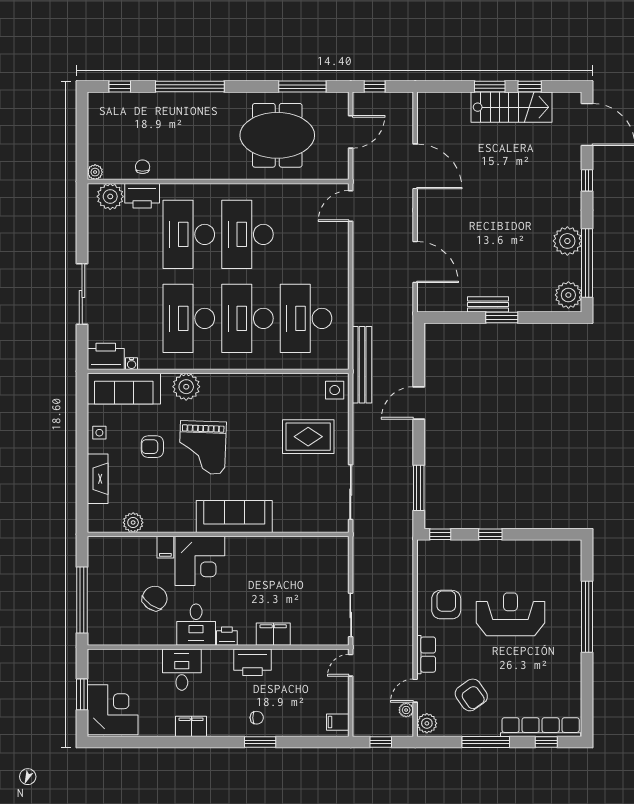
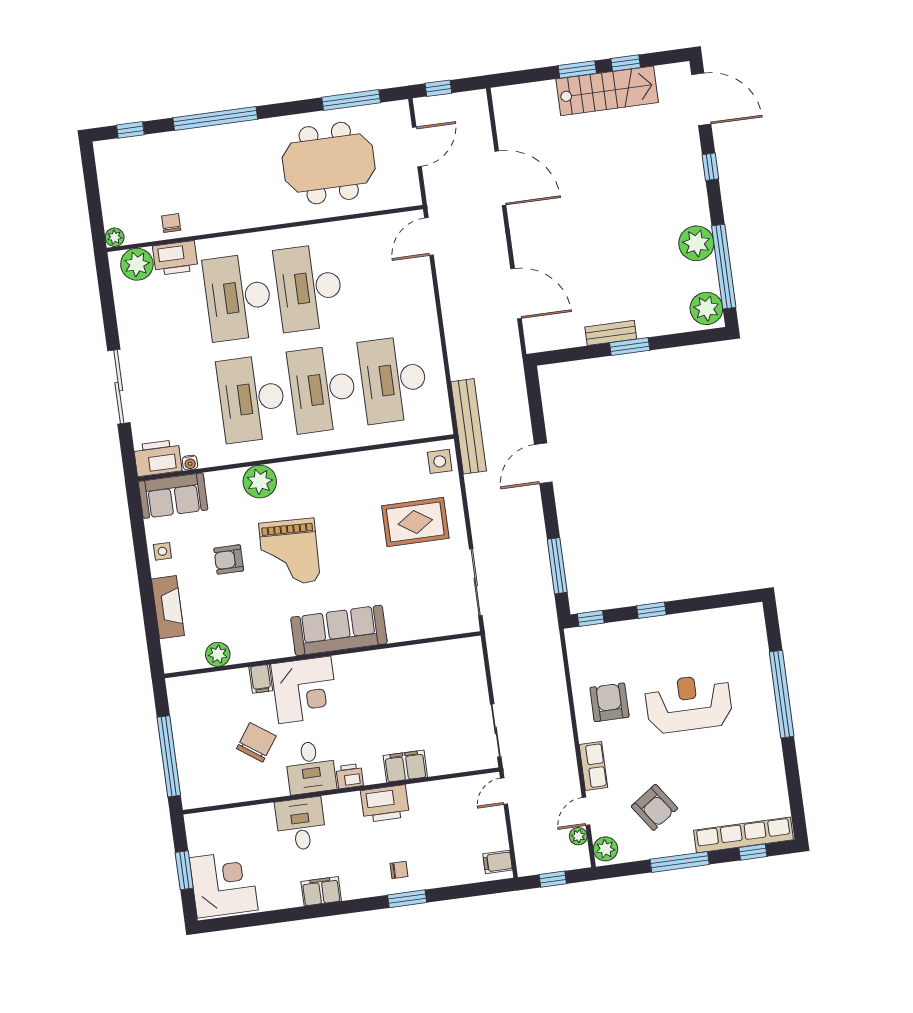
sofa: (124, 389) -> (173, 496), width x0.73

